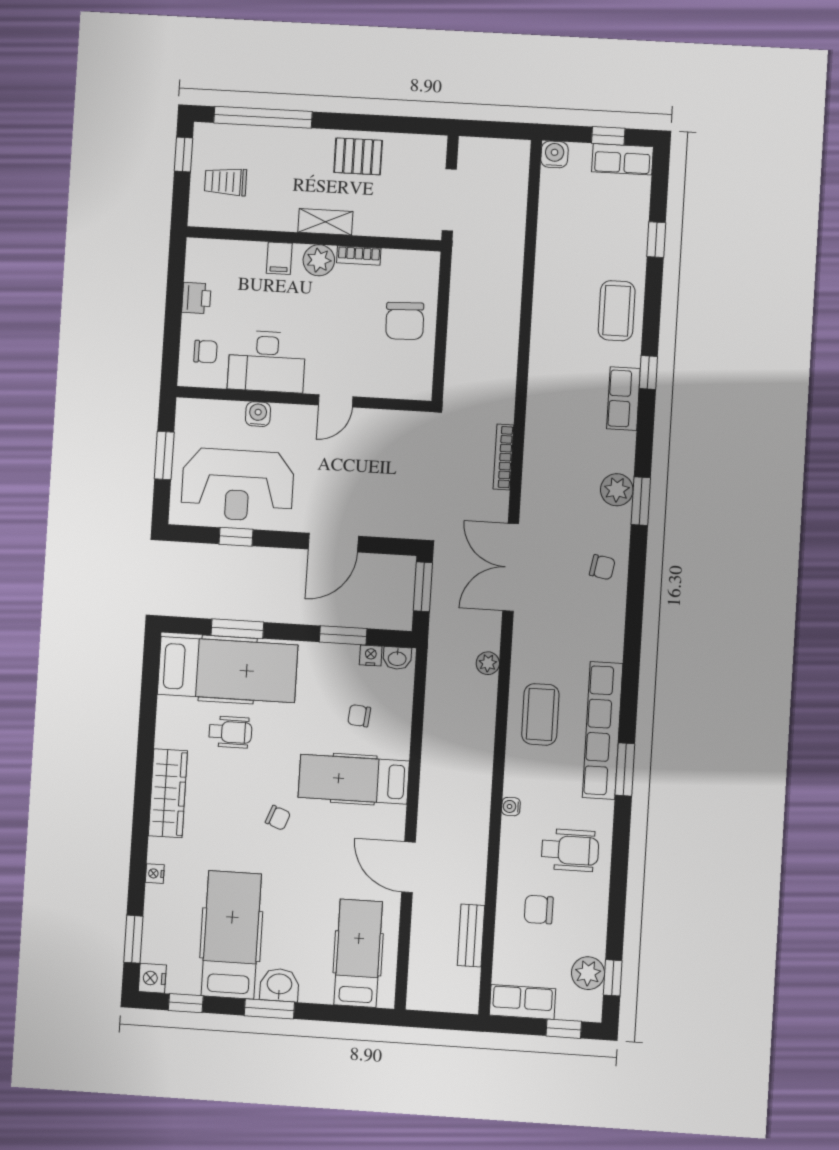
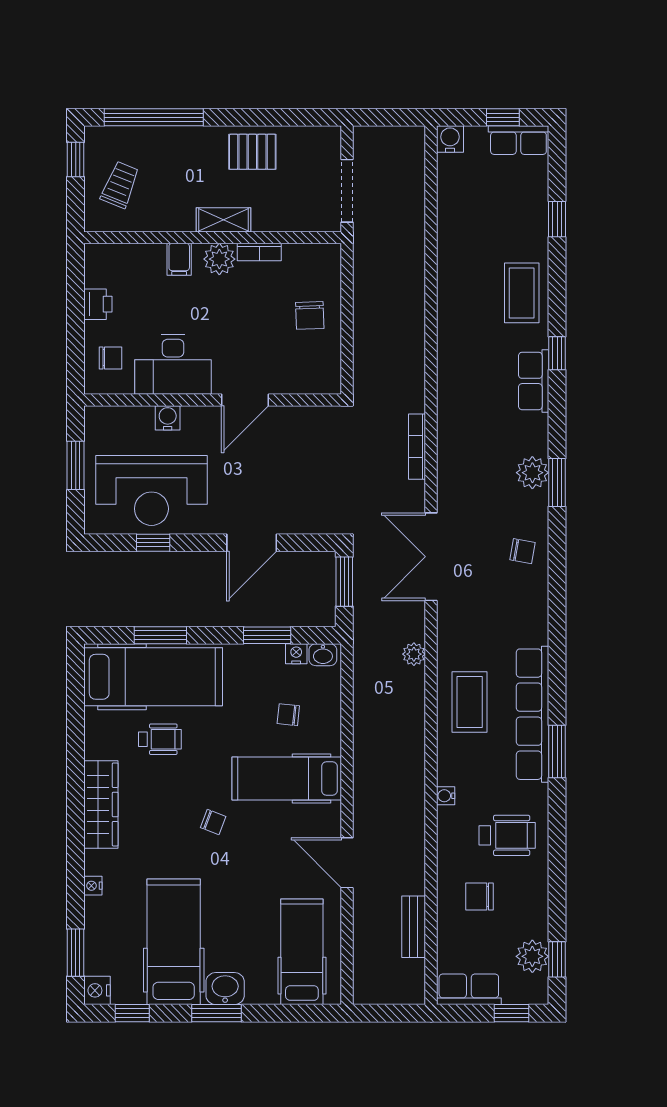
trolley: (226, 182) -> (120, 185), turned 112
chair: (405, 321) -> (310, 315), width x0.73, depth x0.73
door: (336, 401) -> (245, 400), width x1.38

